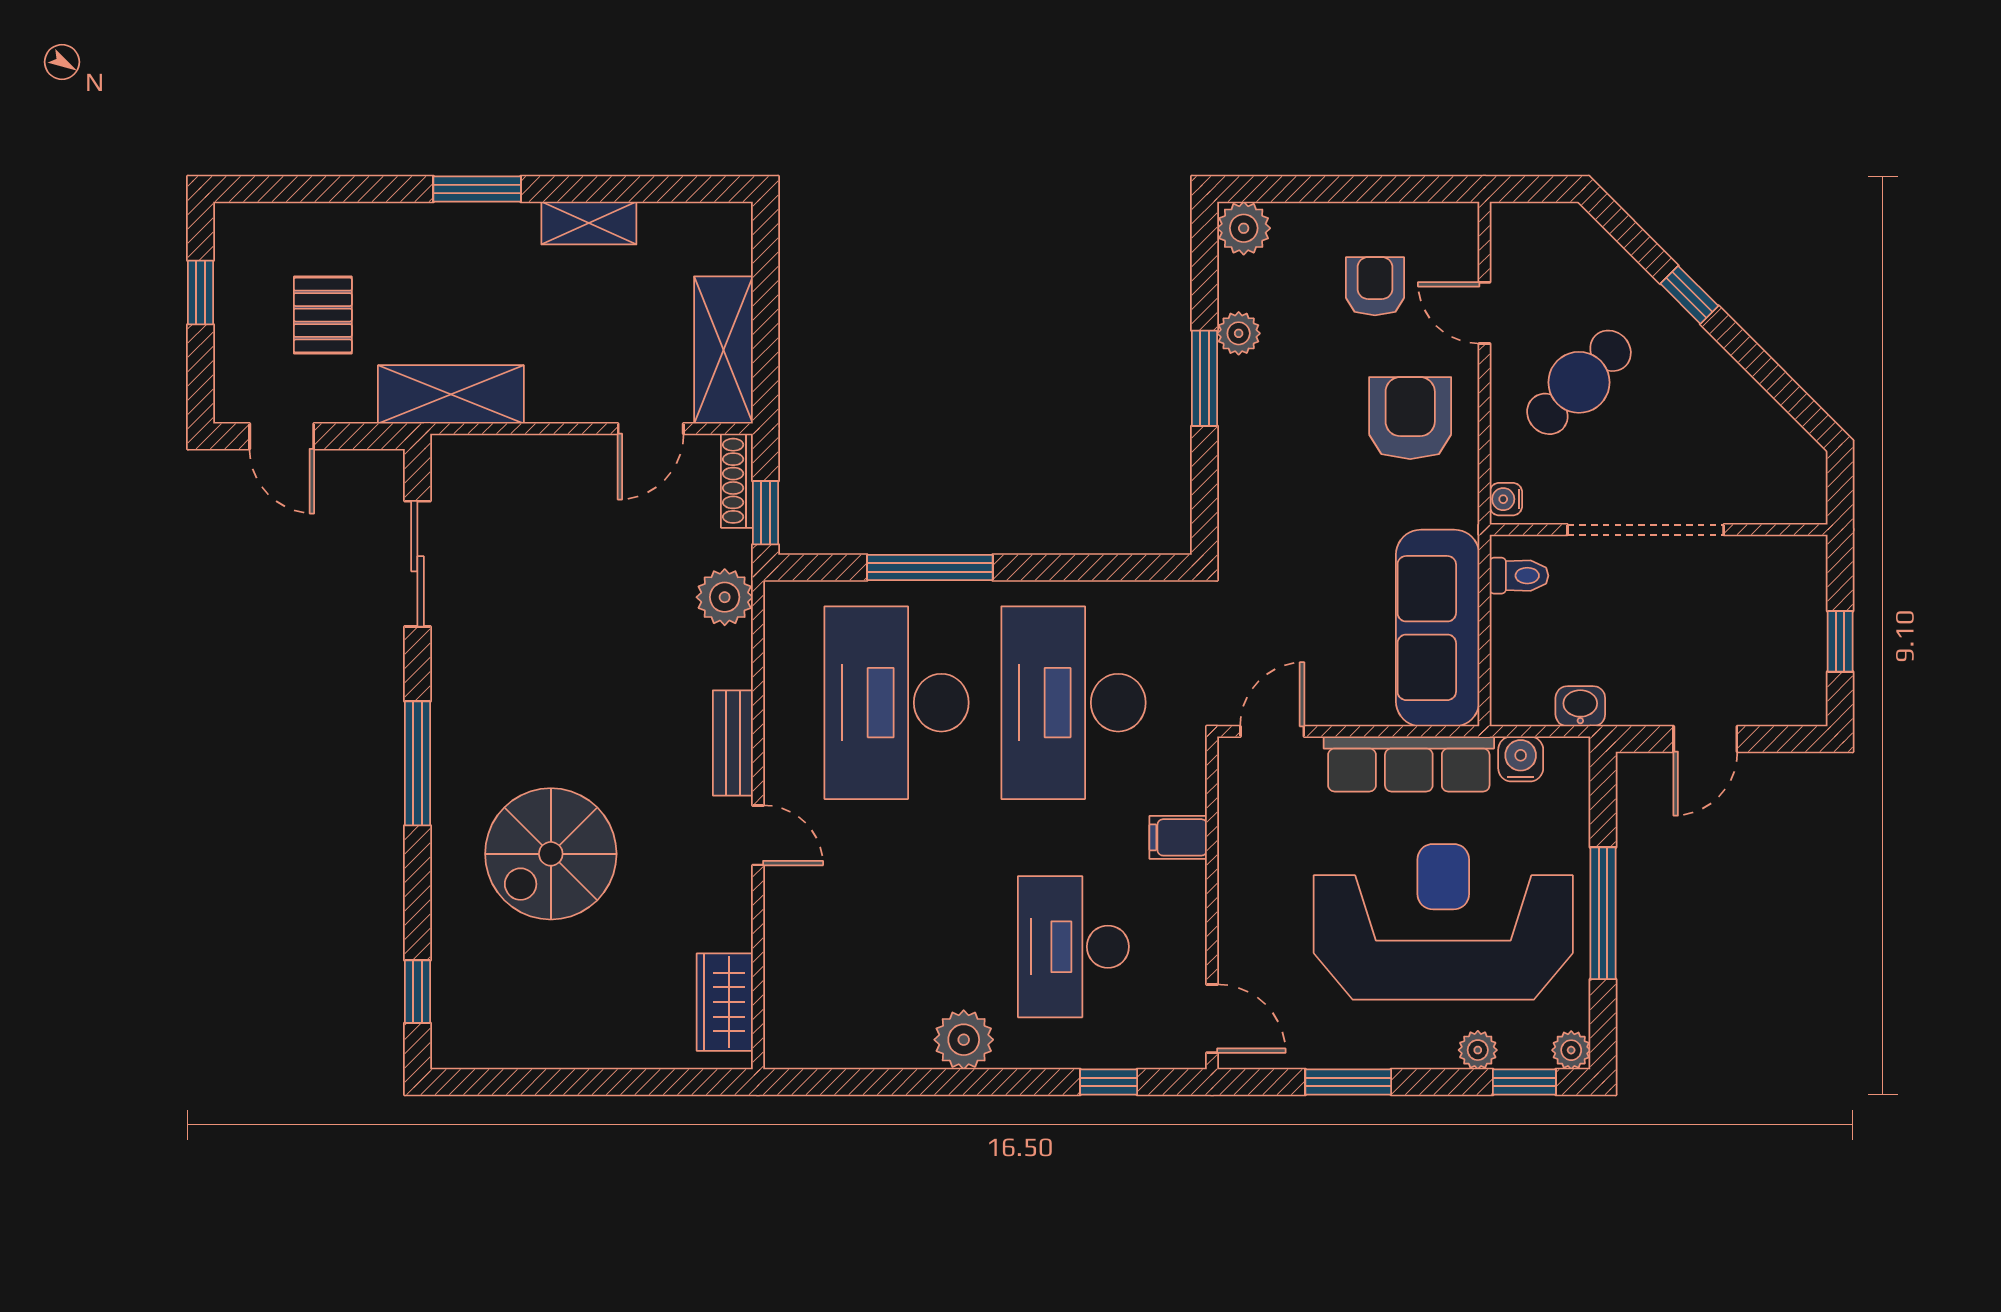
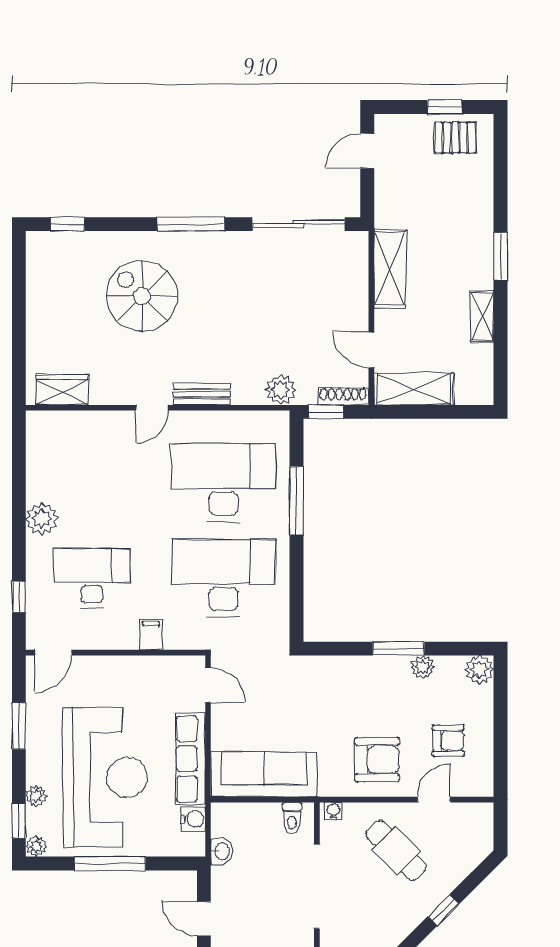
pallet: (323, 315) -> (455, 138), moved
shelving: (451, 394) -> (390, 269), moved
sliding door: (417, 564) -> (298, 224), width x1.37

